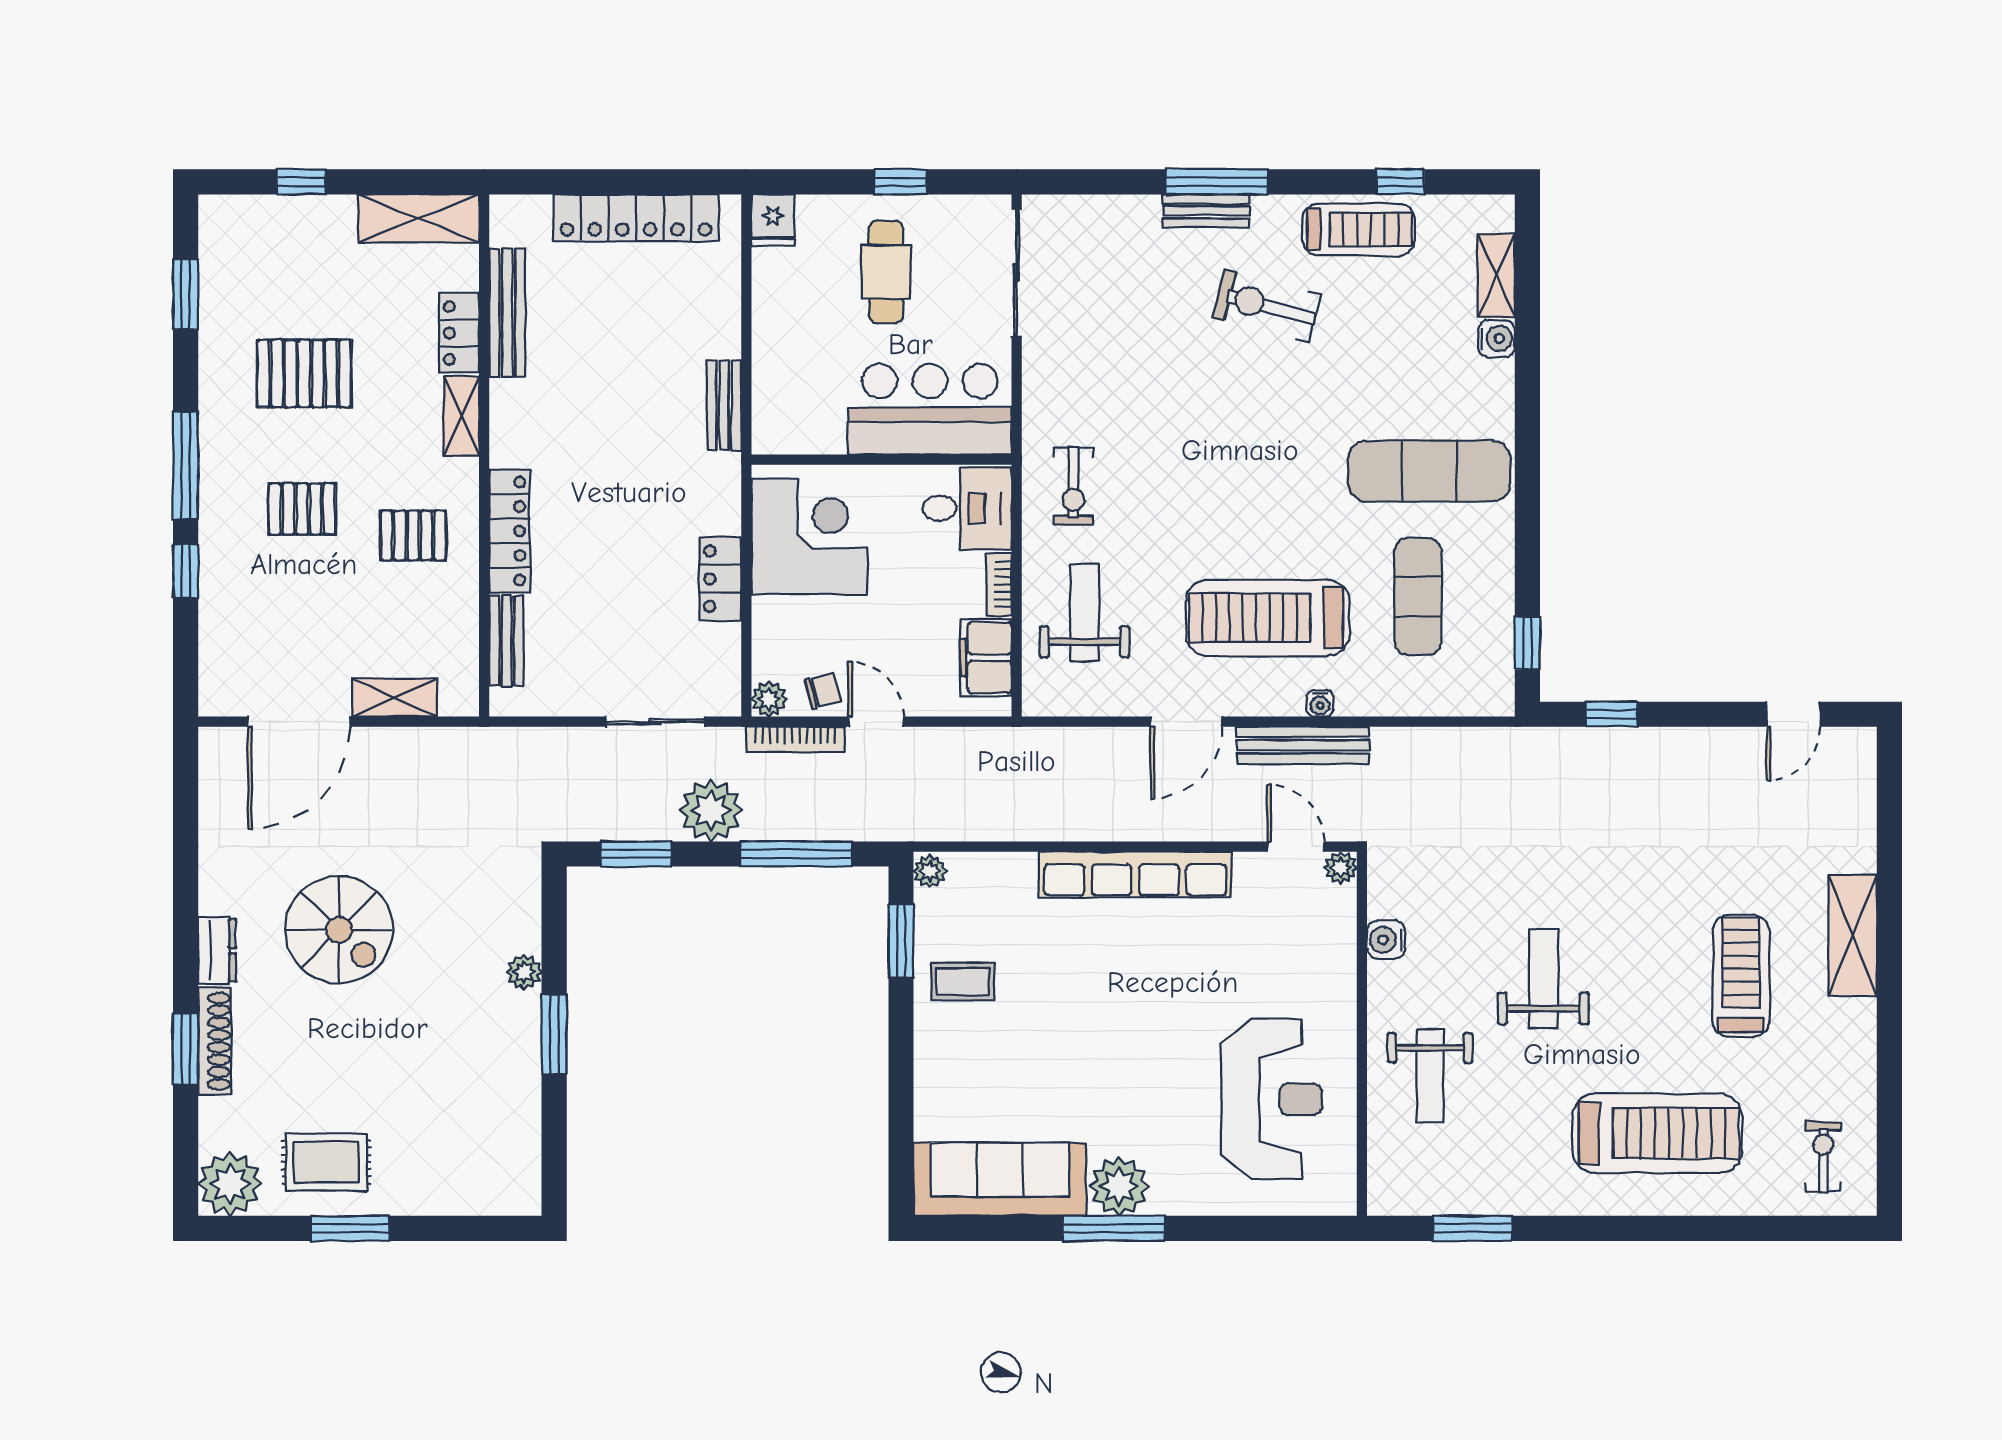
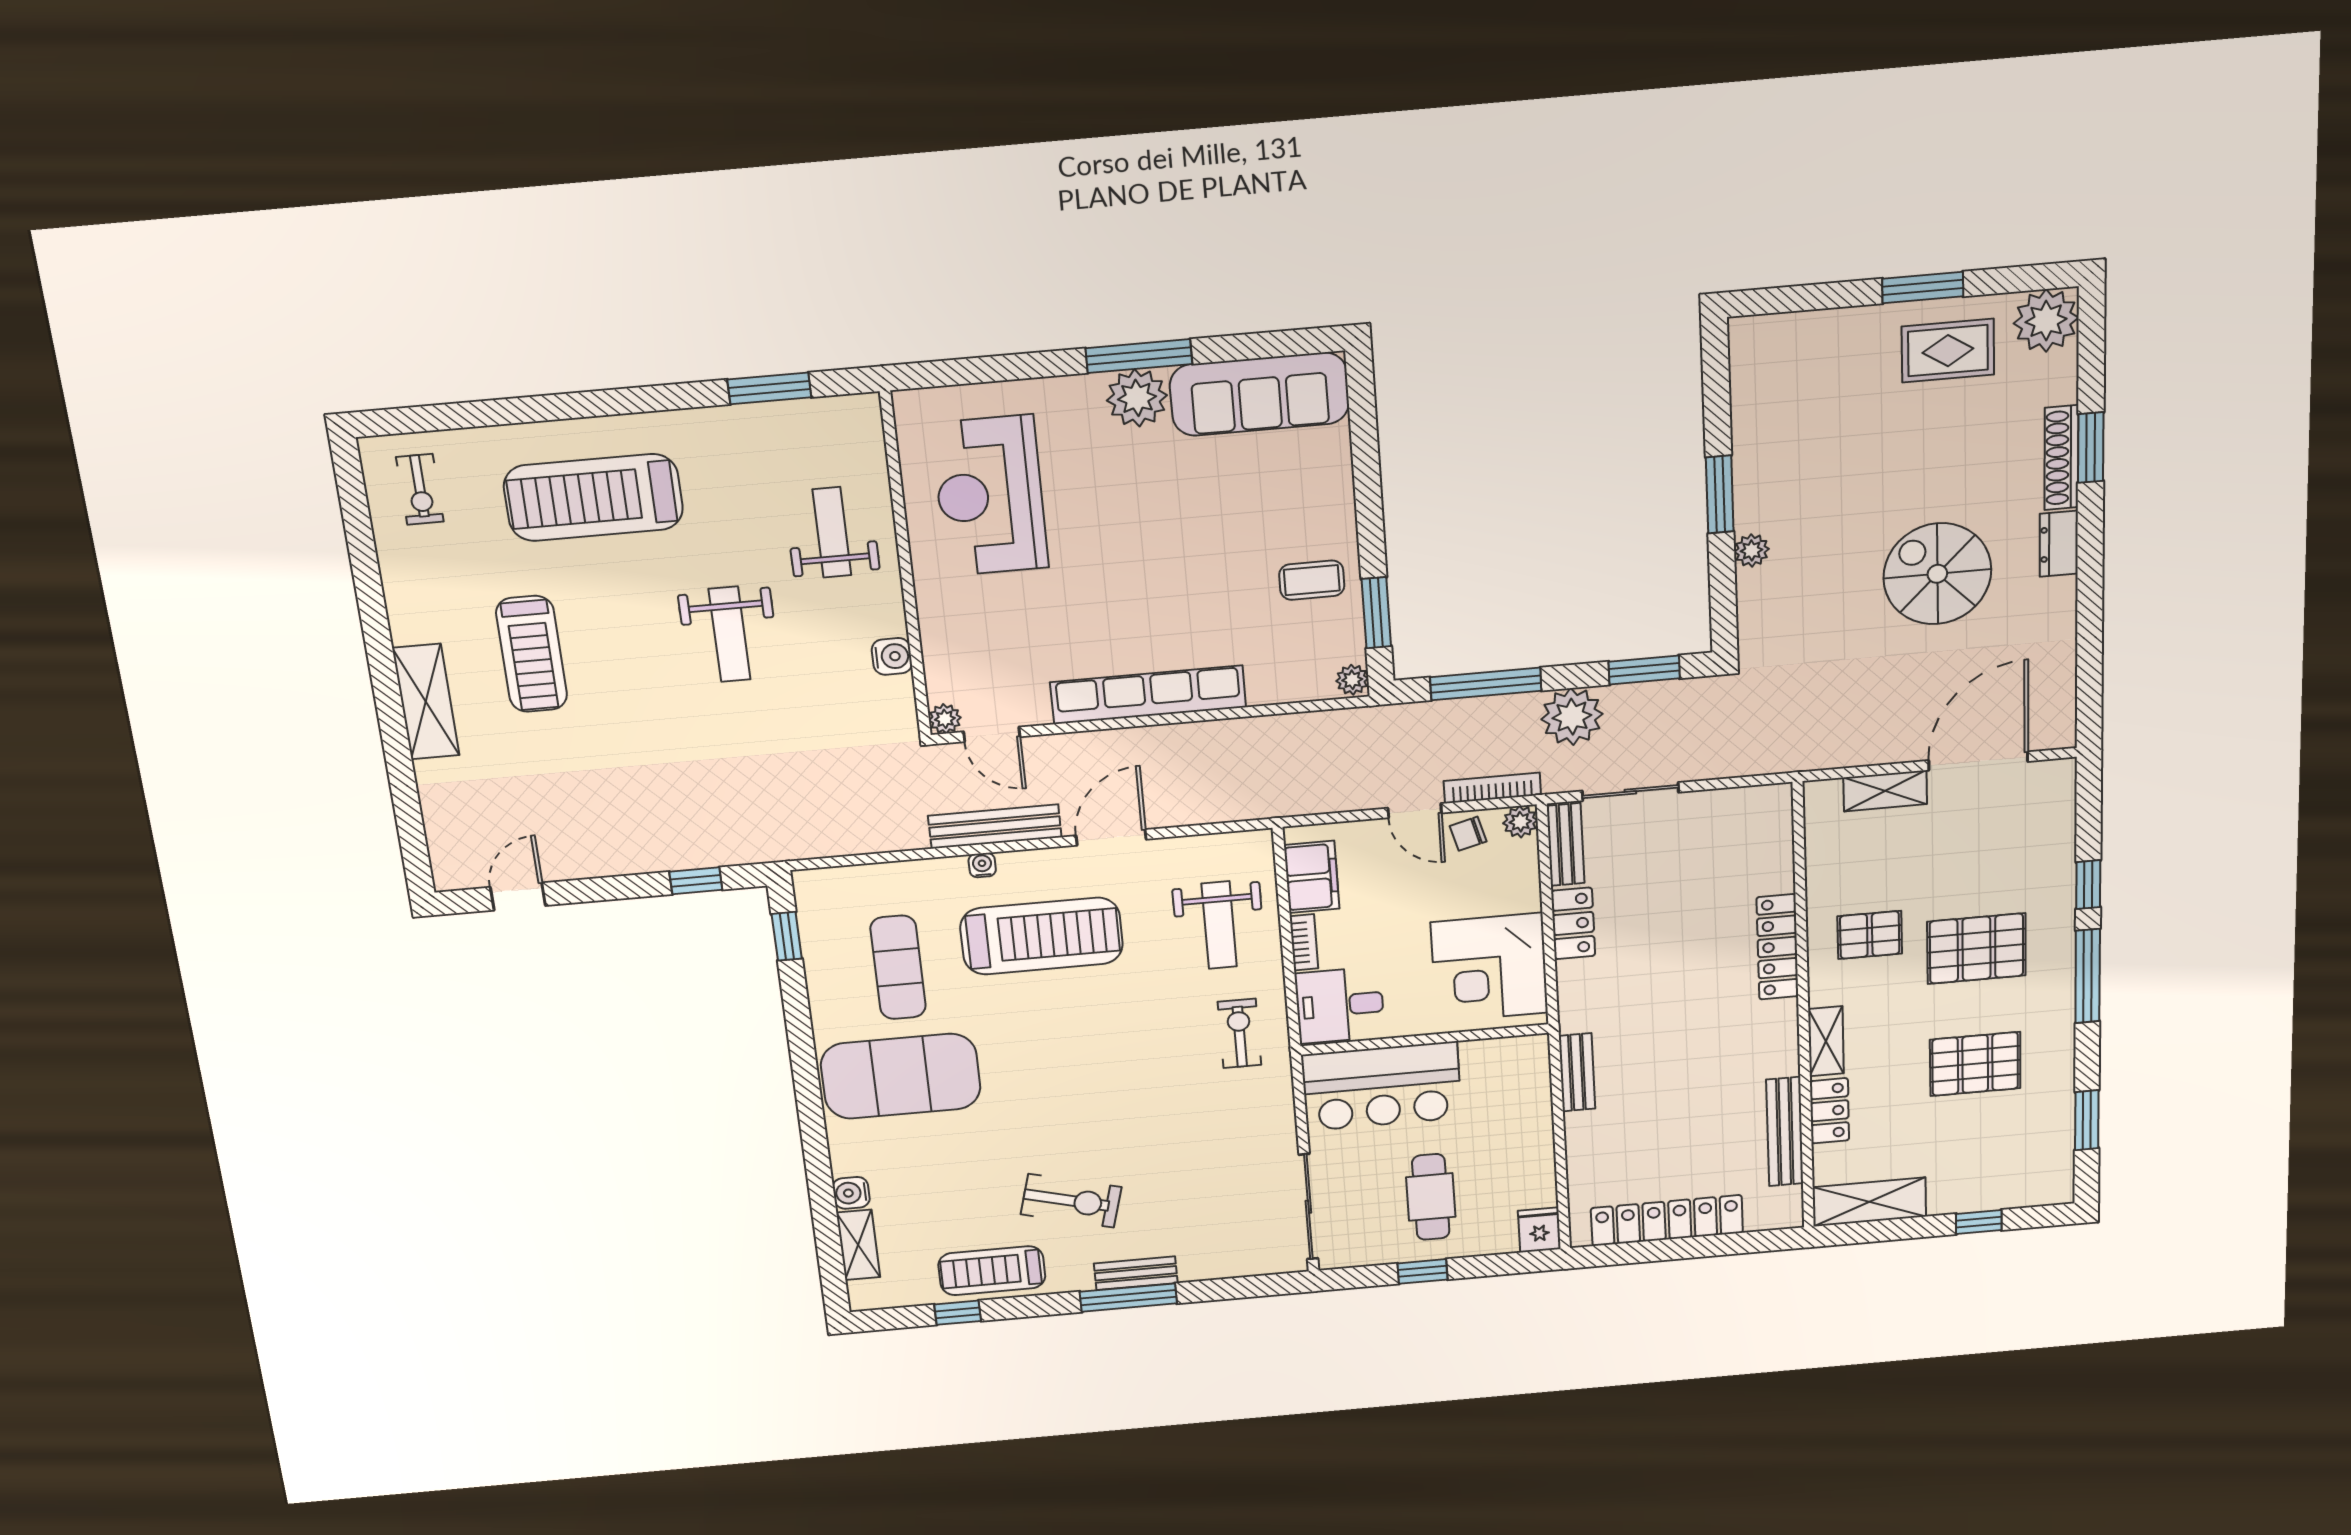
exercise mat: (1429, 471) -> (901, 1076), width x1.47
pallet: (302, 509) -> (1976, 949), width x1.50, depth x1.42
bench: (507, 641) -> (1566, 844), moved

